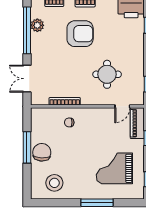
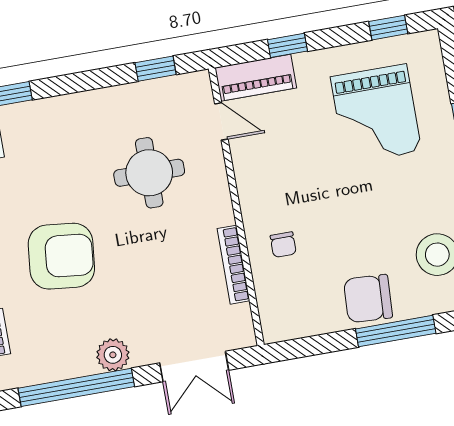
plant: (37, 25) -> (113, 355), moved
armchair: (80, 34) -> (61, 256), turned 96
window: (27, 147) -> (396, 331), moved

